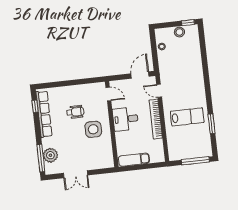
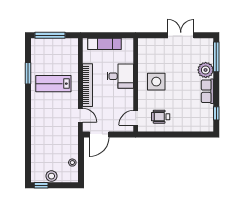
door: (108, 94) -> (136, 118), hinge flipped
wheelchair: (75, 112) -> (161, 117), moved
row of seats: (44, 114) -> (207, 91), width x0.50
desk: (125, 119) -> (120, 76), moved
plant: (50, 155) -> (206, 70), moved
exam couch: (134, 160) -> (105, 44), moved

